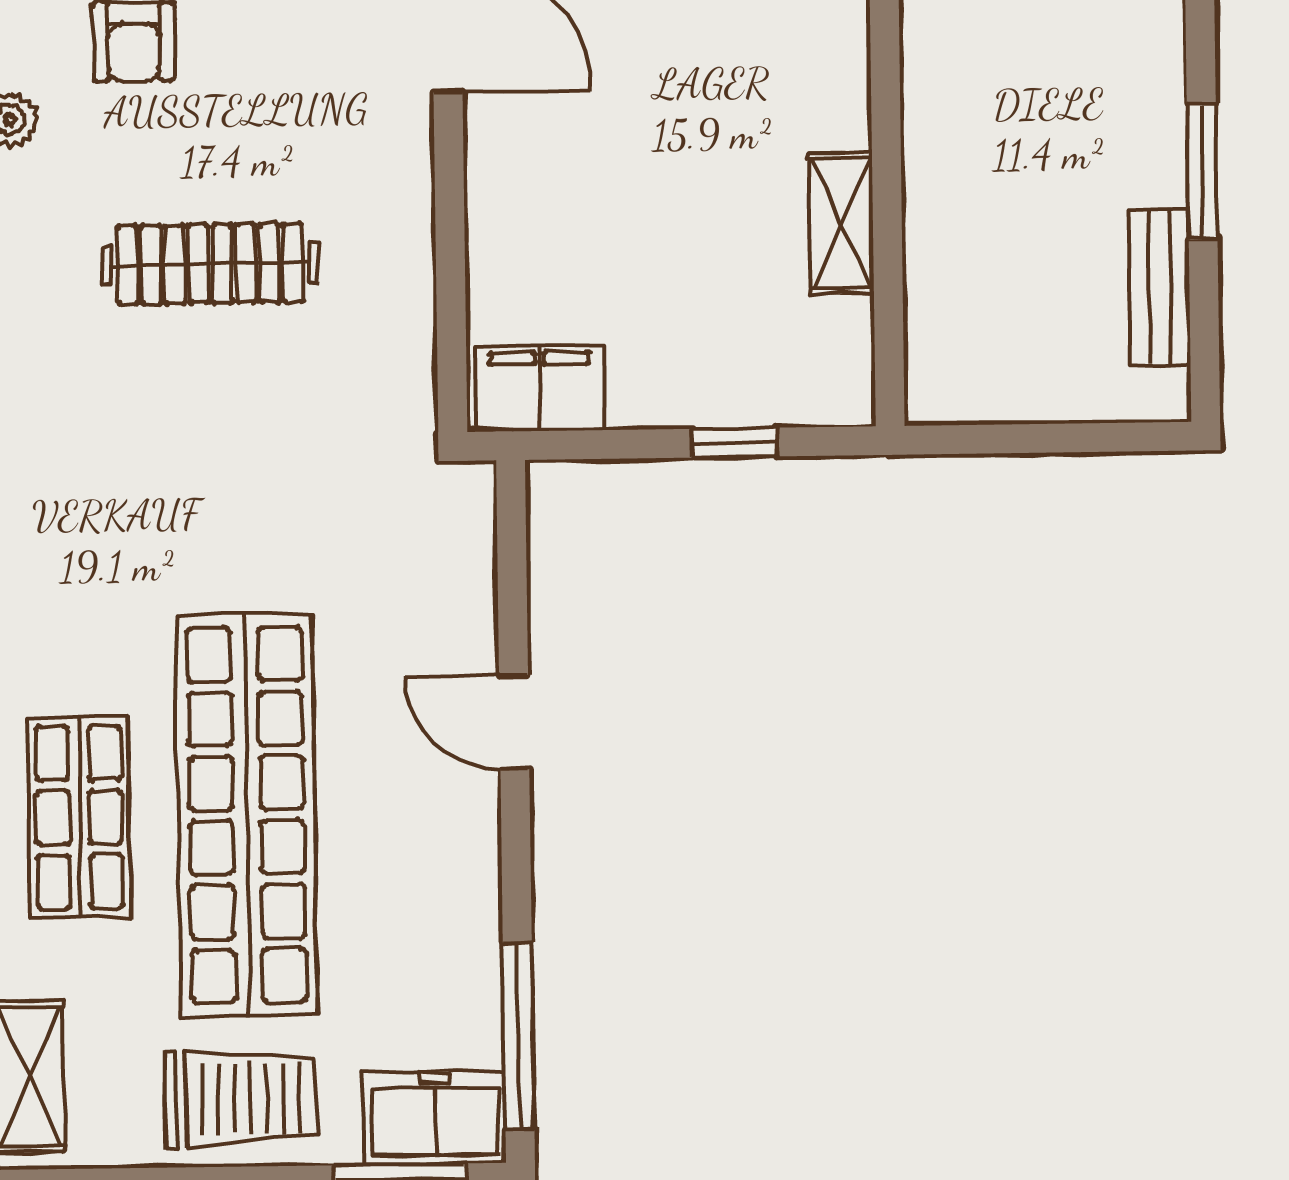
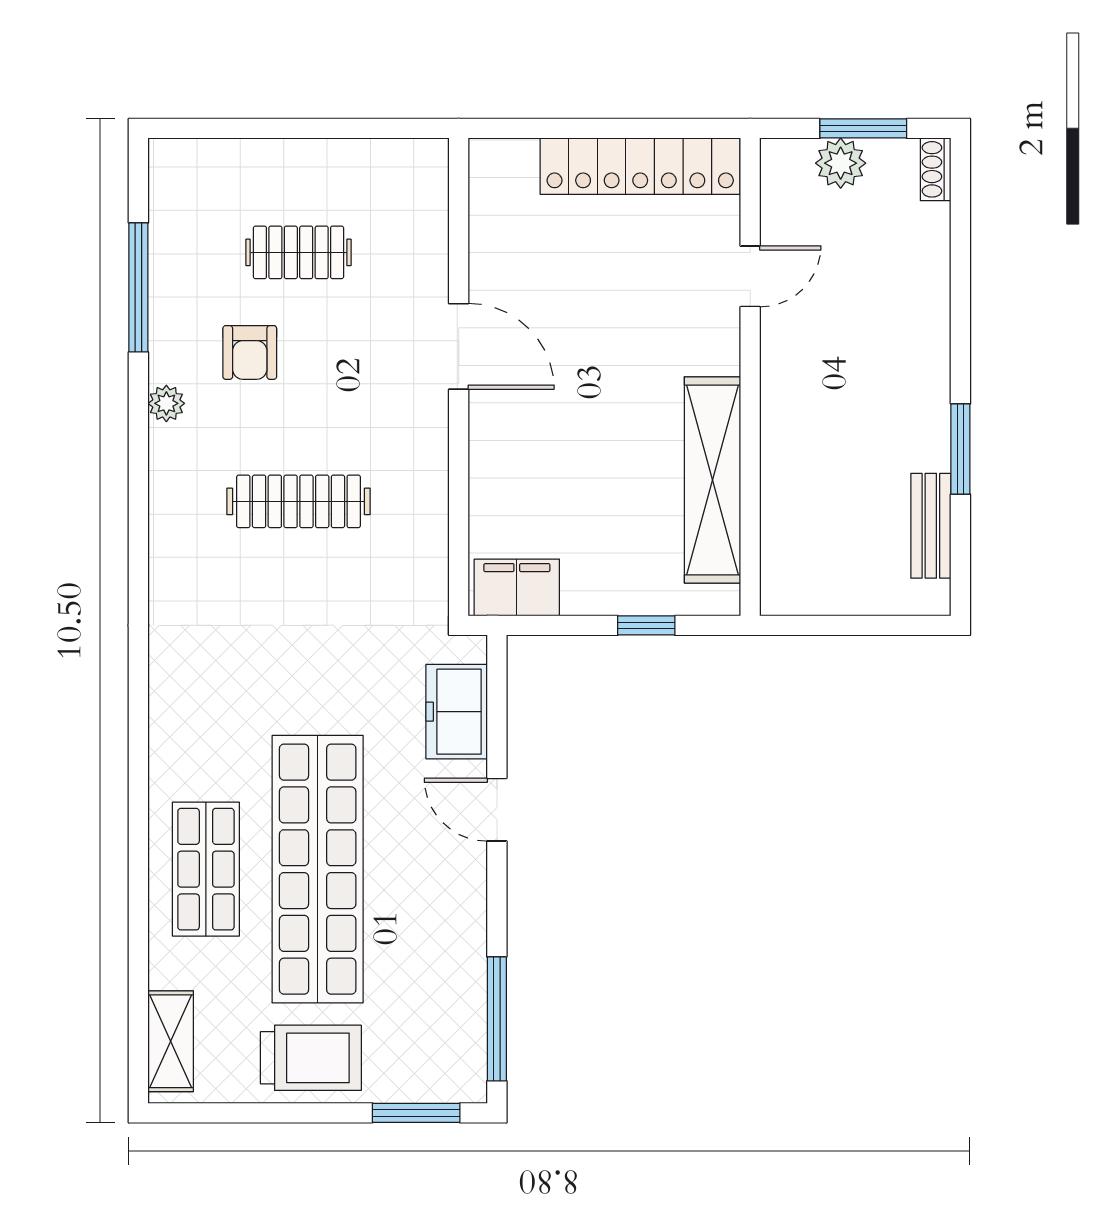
shelving: (841, 223) -> (712, 480), width x2.20, depth x1.33
freezer: (435, 1118) -> (457, 712), moved, turned -90

